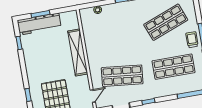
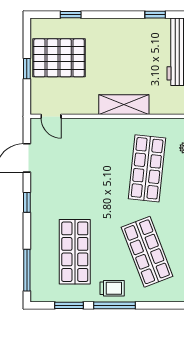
shelving: (78, 52) -> (124, 105), width x0.68
shop shelf: (122, 76) -> (147, 168), moved

